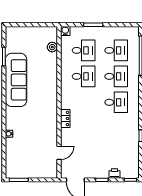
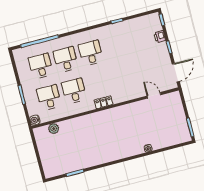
sofa: (16, 80) -> (94, 155), removed
locker: (65, 118) -> (103, 102), moved

